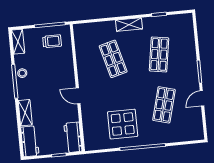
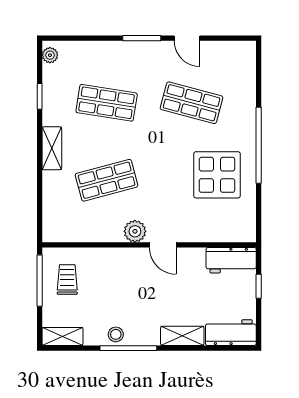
plant: (184, 18) -> (50, 55), added
plant: (85, 79) -> (135, 231), added
door: (78, 96) -> (163, 245), hinge flipped

